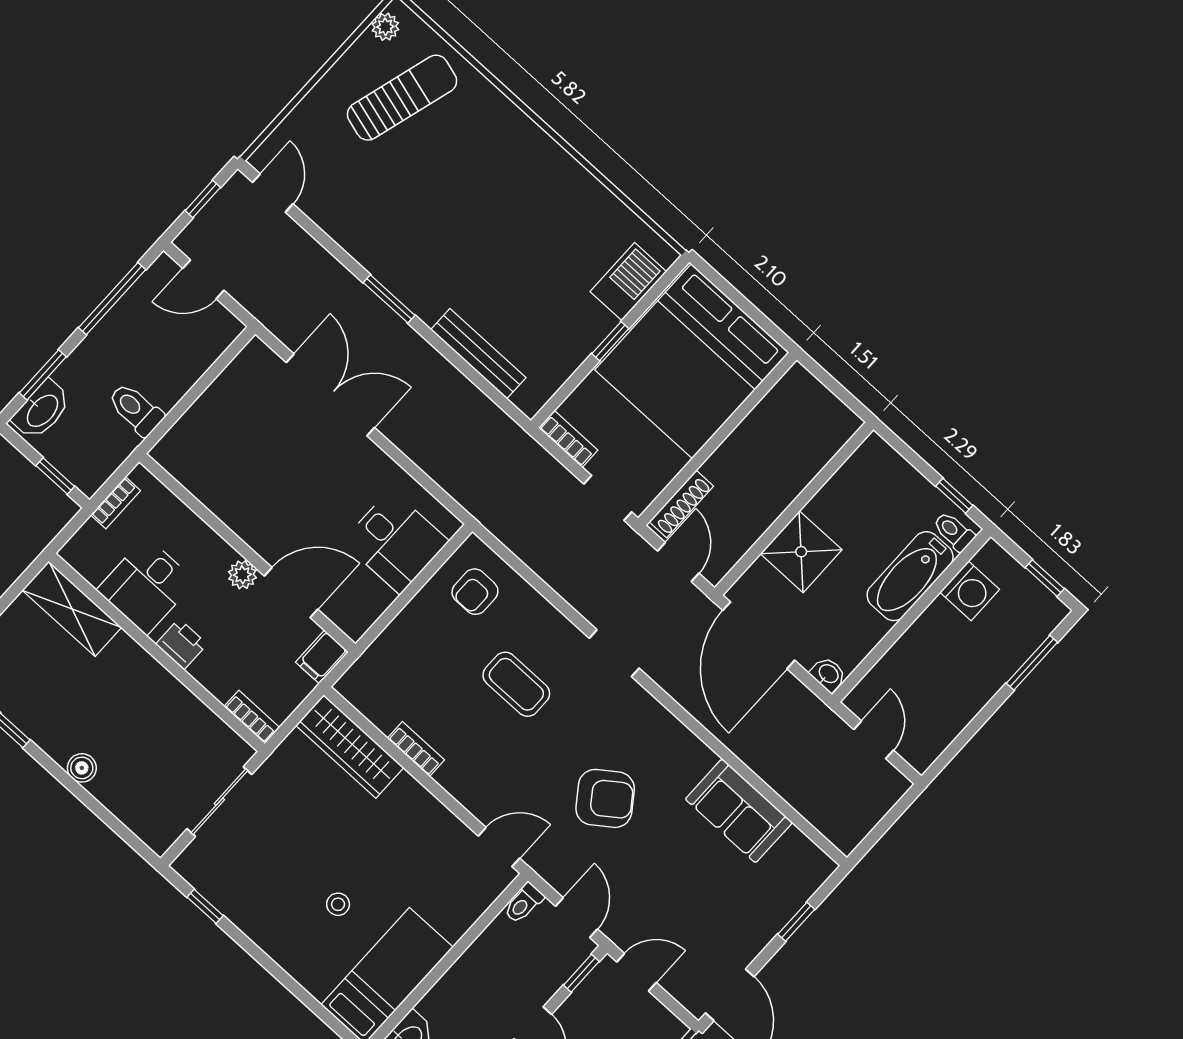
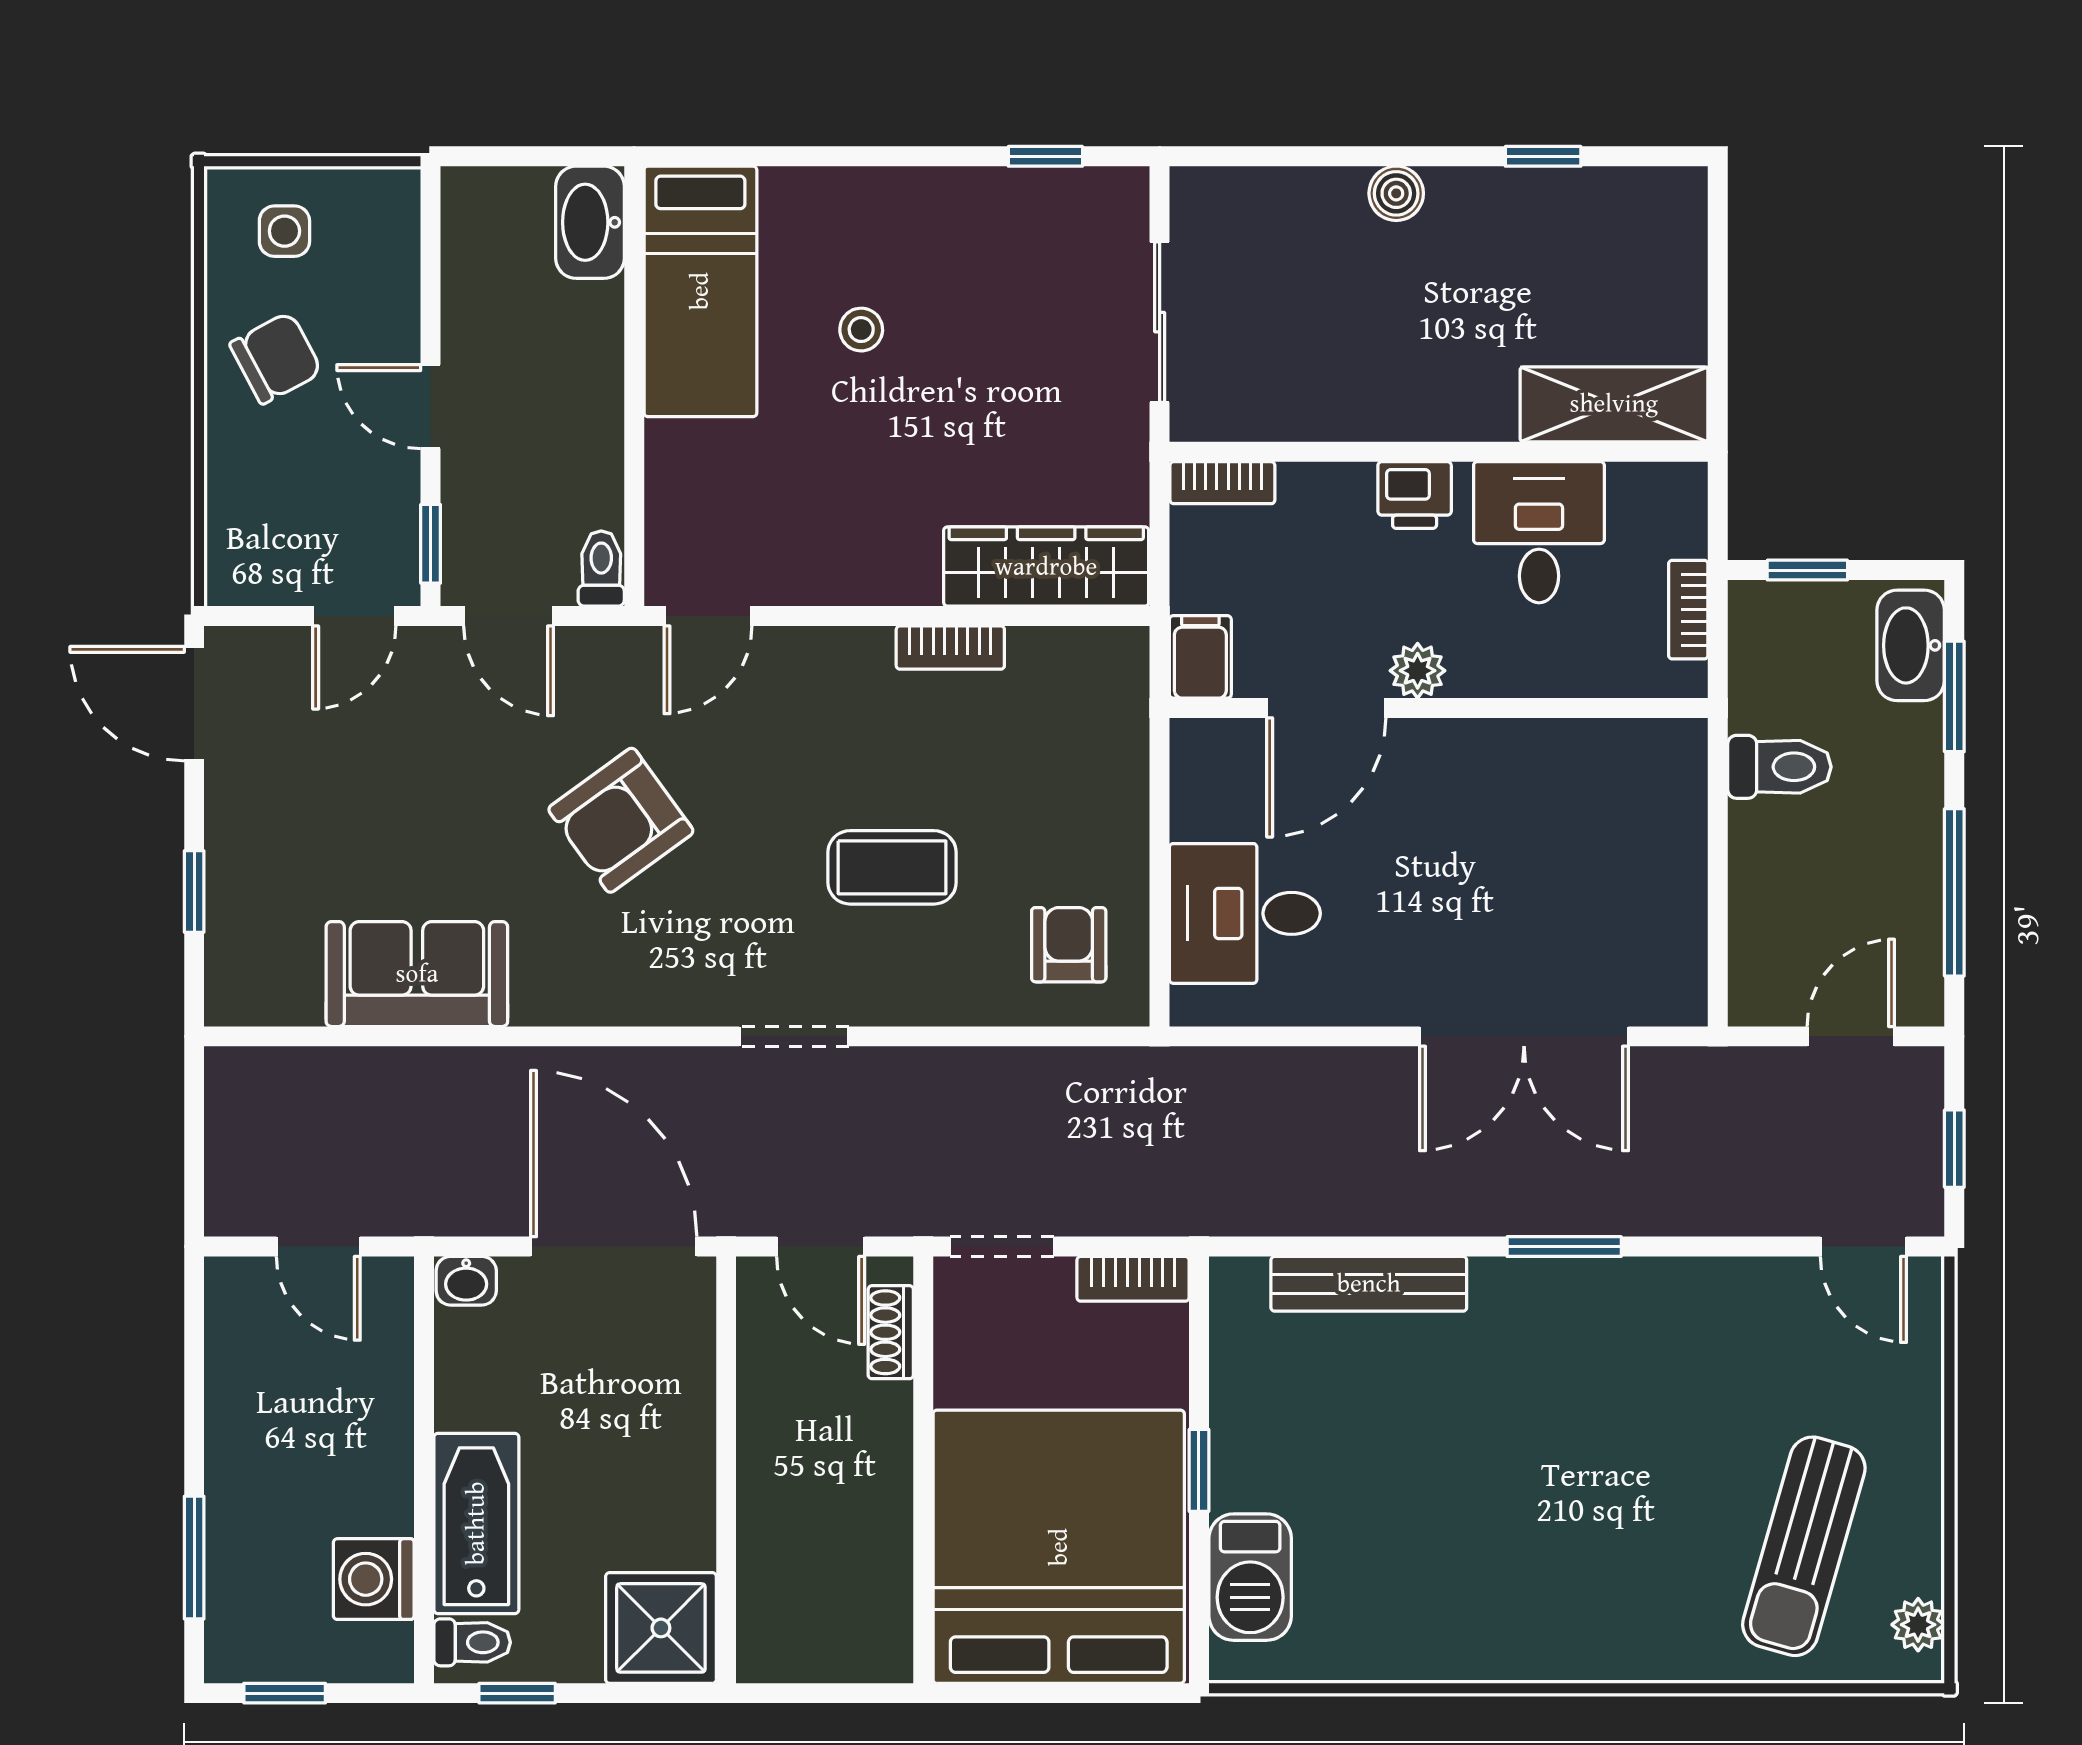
shoe rack: (681, 504) -> (891, 1332), width x0.70
shower: (801, 552) -> (661, 1628), moved

